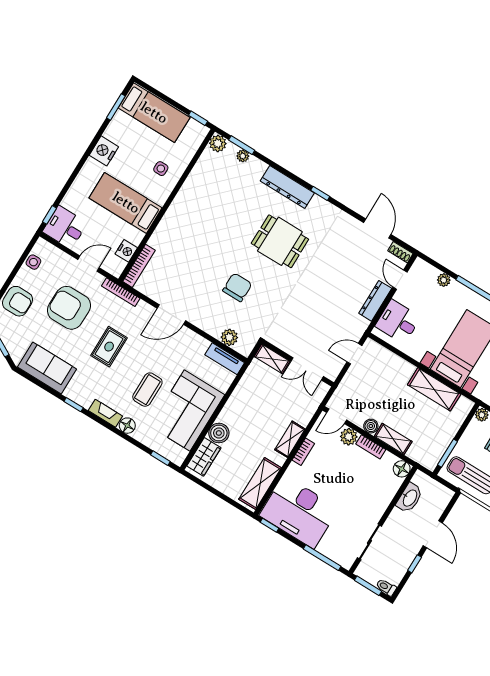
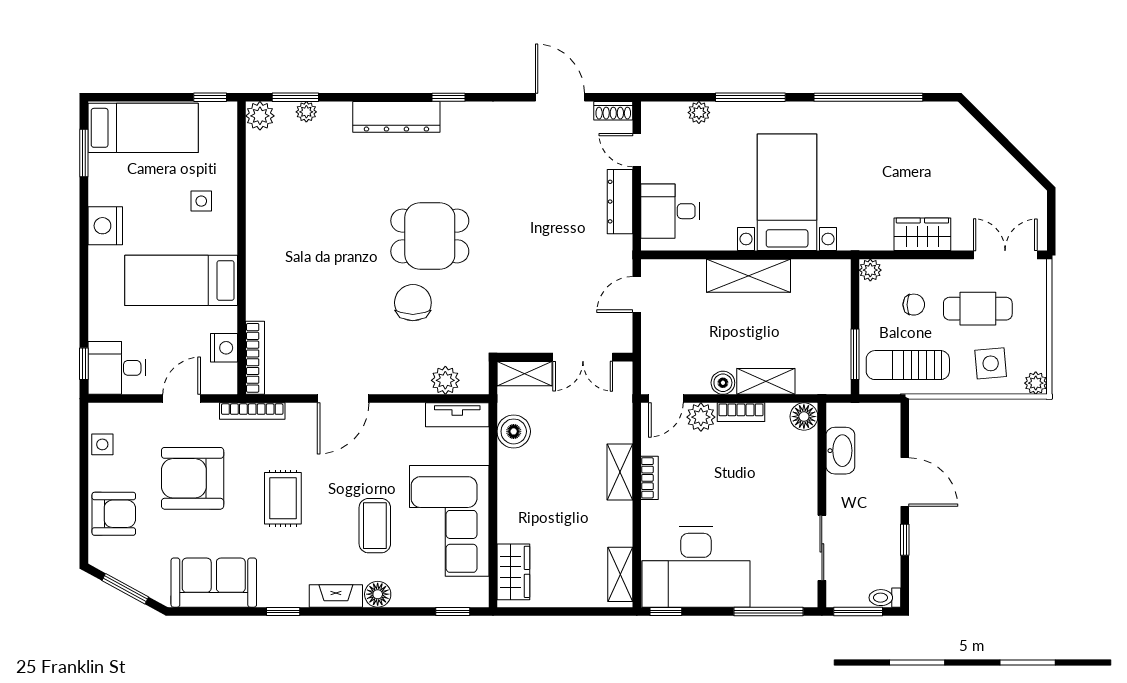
dining table: (280, 241) -> (430, 236), moved
shelving: (434, 389) -> (749, 276), moved
boiler: (219, 433) -> (514, 431), moved
shelving: (260, 484) -> (620, 574), width x0.67, depth x0.75

